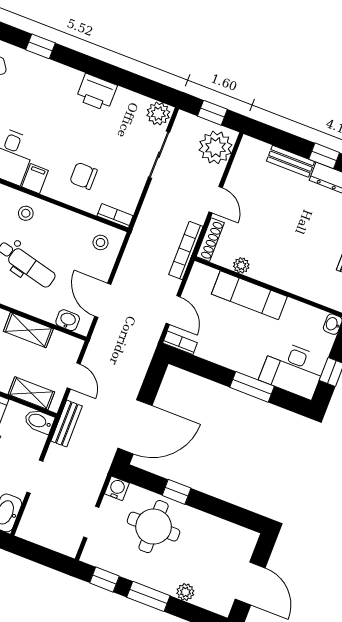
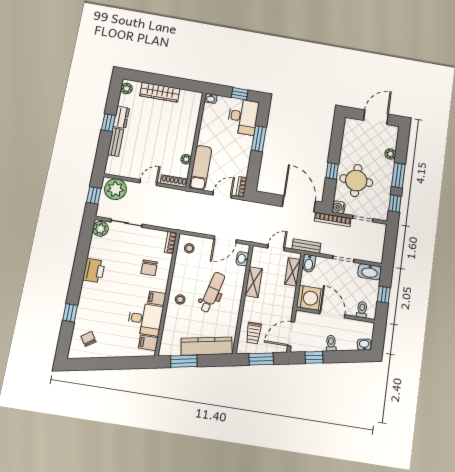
bookcase: (186, 250) -> (333, 220), moved
exam couch: (249, 295) -> (201, 168), moved

